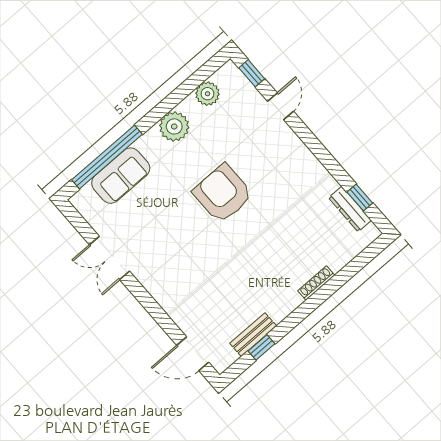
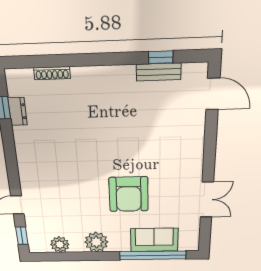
armchair: (223, 194) -> (129, 194), moved
dresser: (350, 209) -> (18, 111), width x0.70
shoe rack: (316, 283) -> (52, 73), moved

